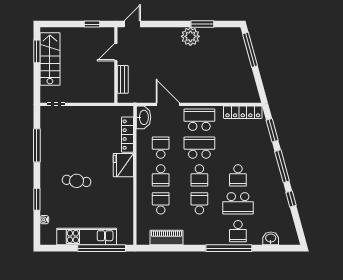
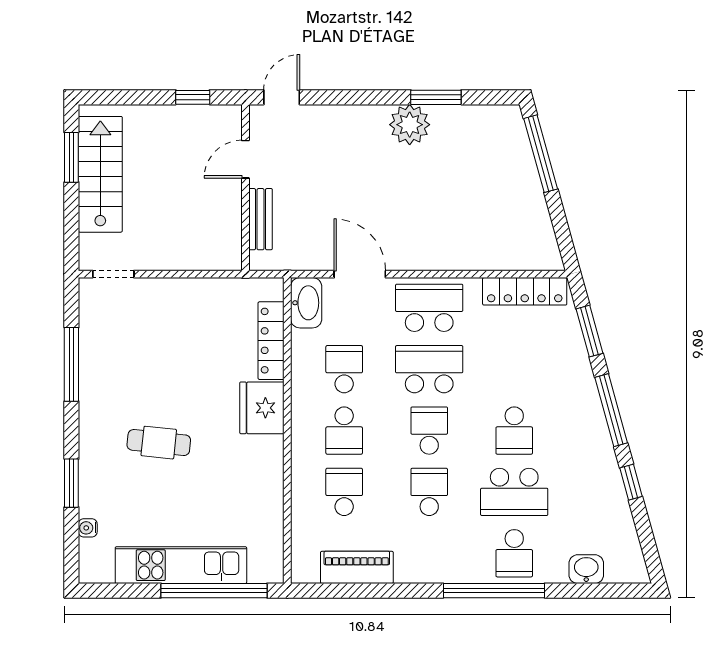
school desk: (199, 175) -> (429, 431), turned 180

